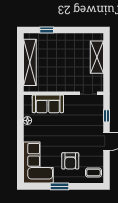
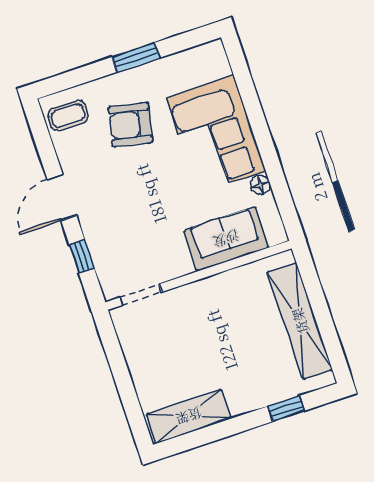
shelving: (97, 57) -> (189, 416), moved, turned 90
armchair: (70, 161) -> (131, 125), turned -78
corner sofa: (38, 163) -> (216, 134), moved

